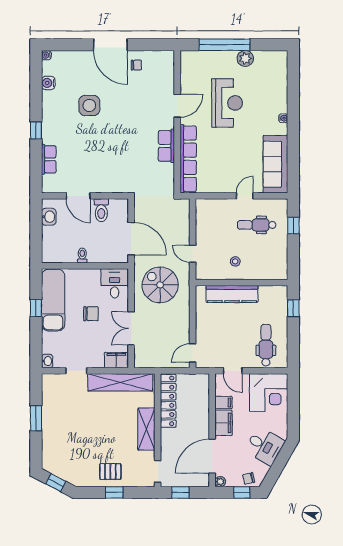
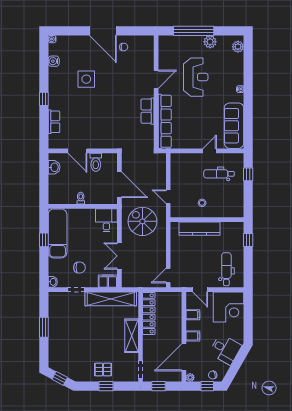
plant: (280, 65) -> (238, 47), added
chair: (91, 314) -> (79, 268), moved
filing cabinet: (224, 423) -> (193, 336), width x0.50

